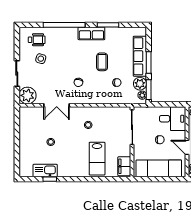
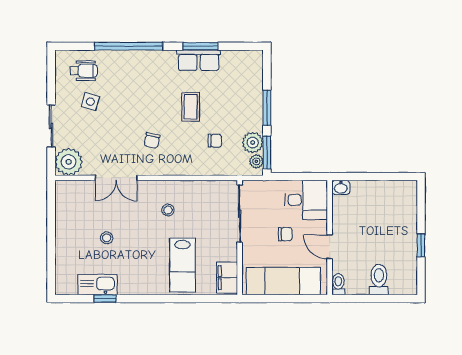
row of seats: (91, 33) -> (199, 60), moved
row of seats: (140, 56) -> (253, 98), removed

